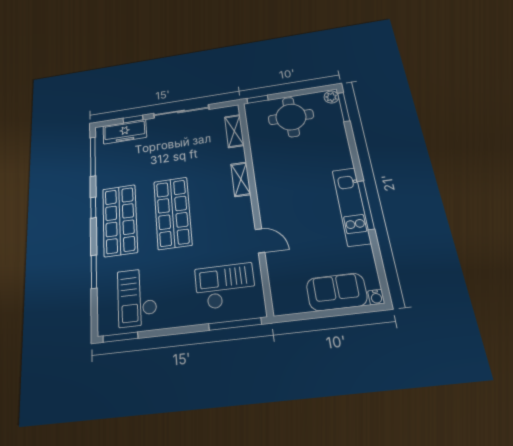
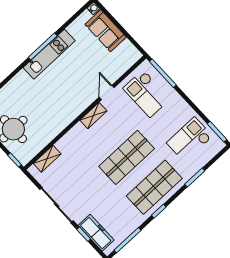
shelving: (241, 179) -> (93, 116), moved
checkout: (137, 297) -> (190, 140), turned 180

